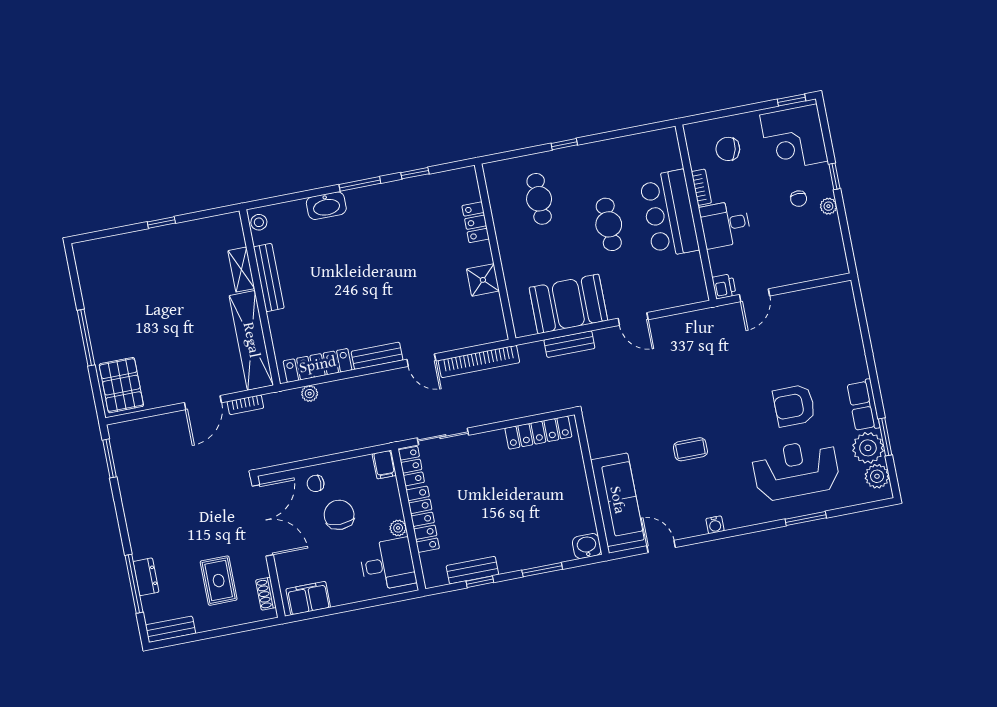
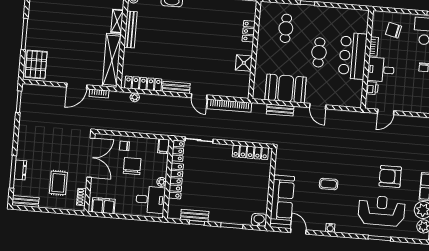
printer: (724, 286) -> (372, 88), moved

